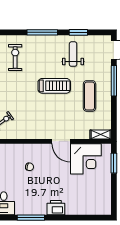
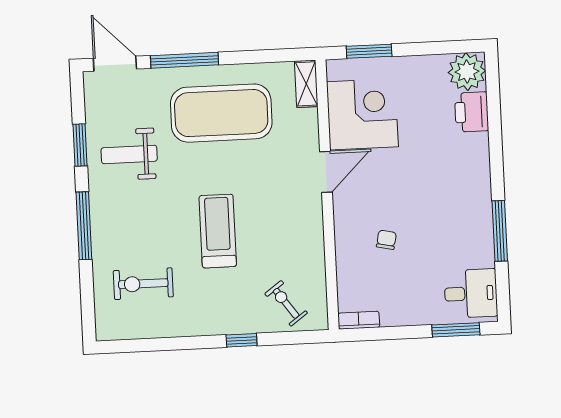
treadmill: (54, 86) -> (218, 231), moved
exercise mat: (89, 96) -> (221, 113), width x2.00, depth x1.45
plant: (103, 206) -> (467, 72), added
printer: (56, 208) -> (472, 112), moved

